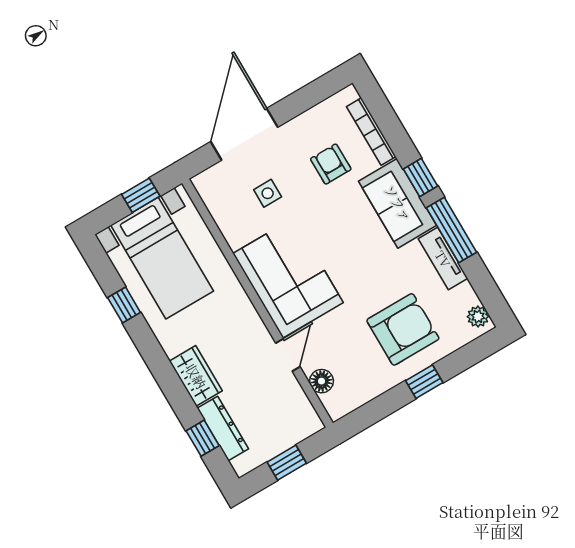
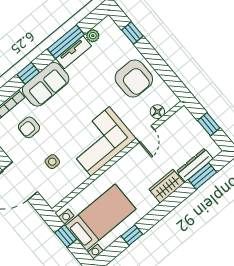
window: (452, 230) -> (66, 42), moved
plant: (478, 317) -> (93, 36), moved
armchair: (403, 329) -> (134, 78), moved, turned 180
door: (288, 355) -> (145, 134), swing flipped
window: (424, 382) -> (132, 33), moved
window: (203, 438) -> (203, 176), width x1.50

